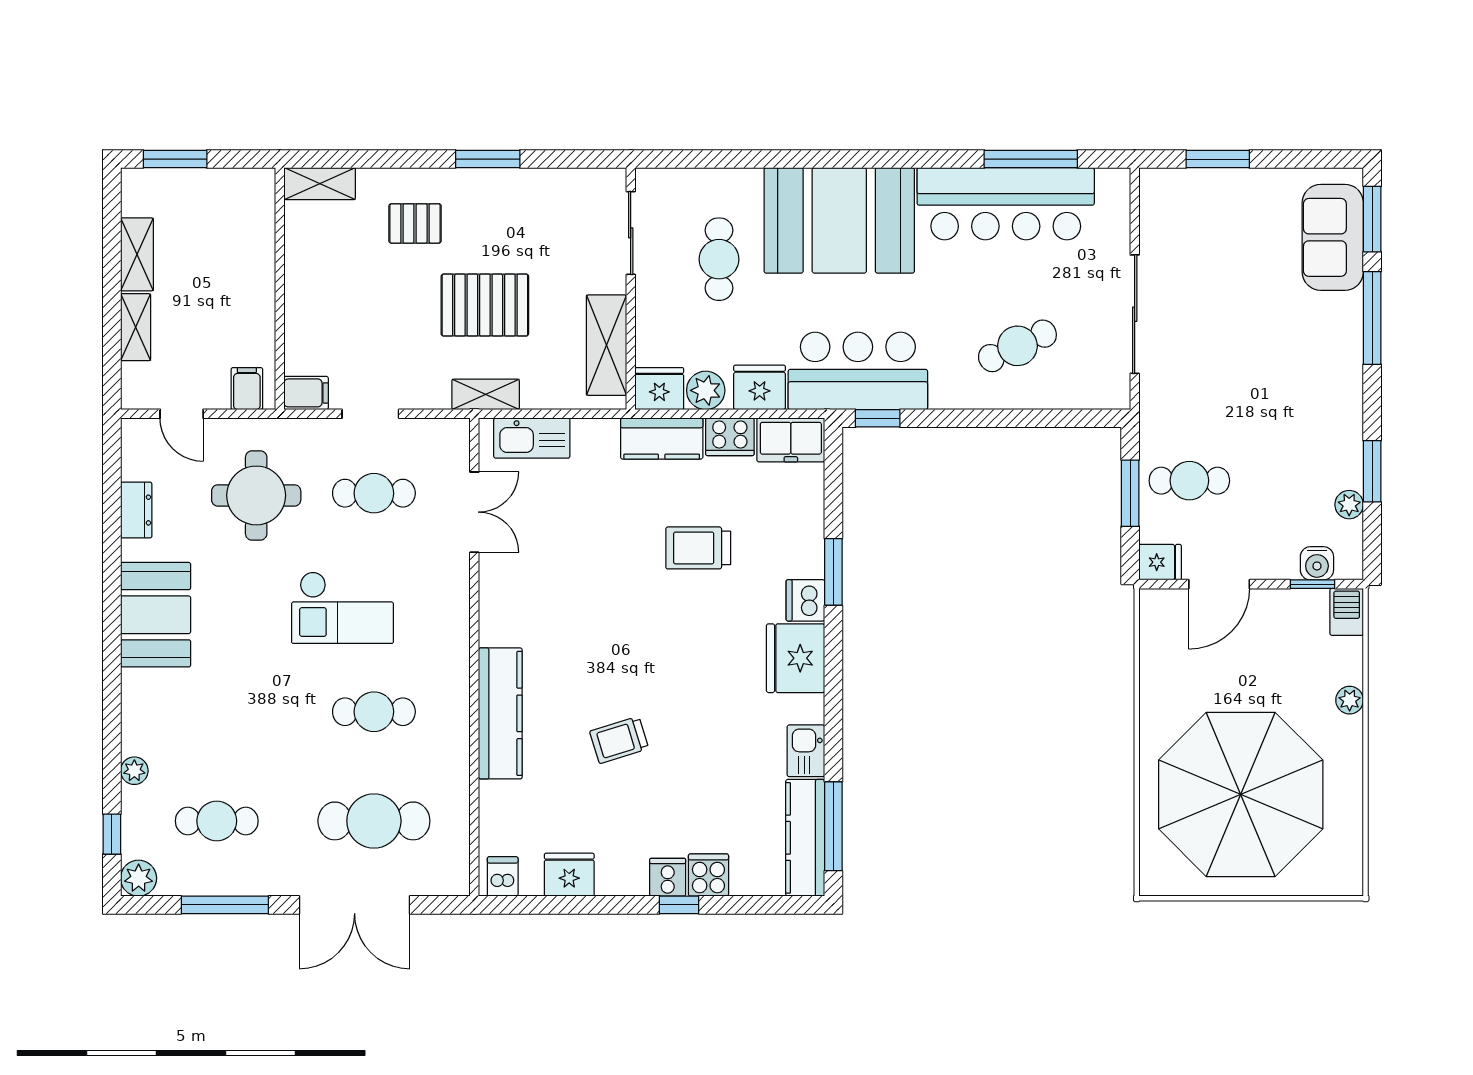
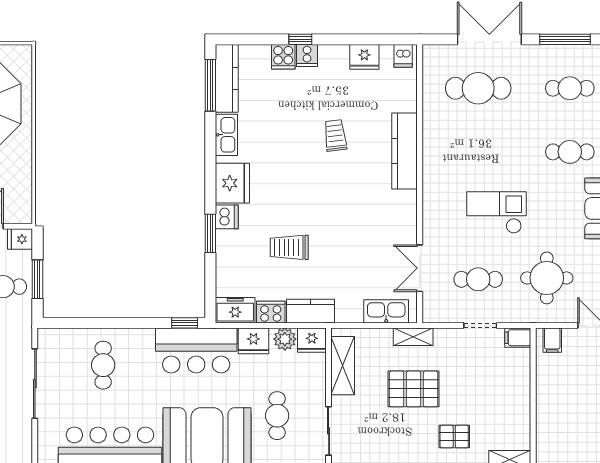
cafe table: (1017, 346) -> (103, 365), turned -65
trolley: (698, 548) -> (289, 247), turned 180
cafe table: (374, 712) -> (570, 152), moved
trolley: (619, 740) -> (335, 135), turned -80
kitchen sink: (806, 751) -> (226, 135), width x1.38

